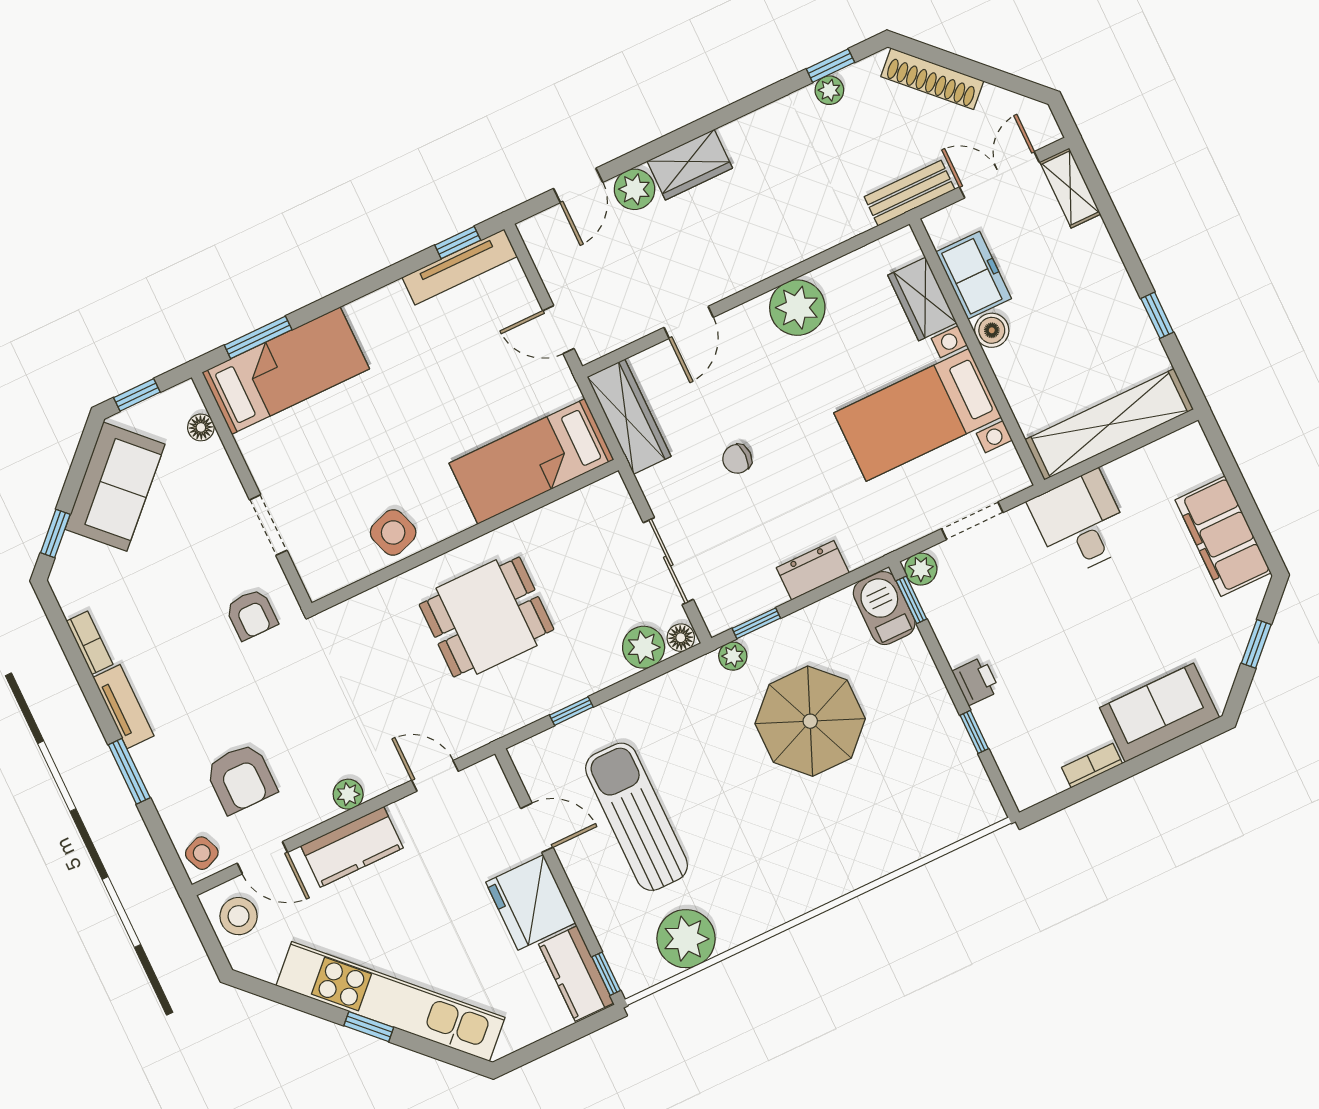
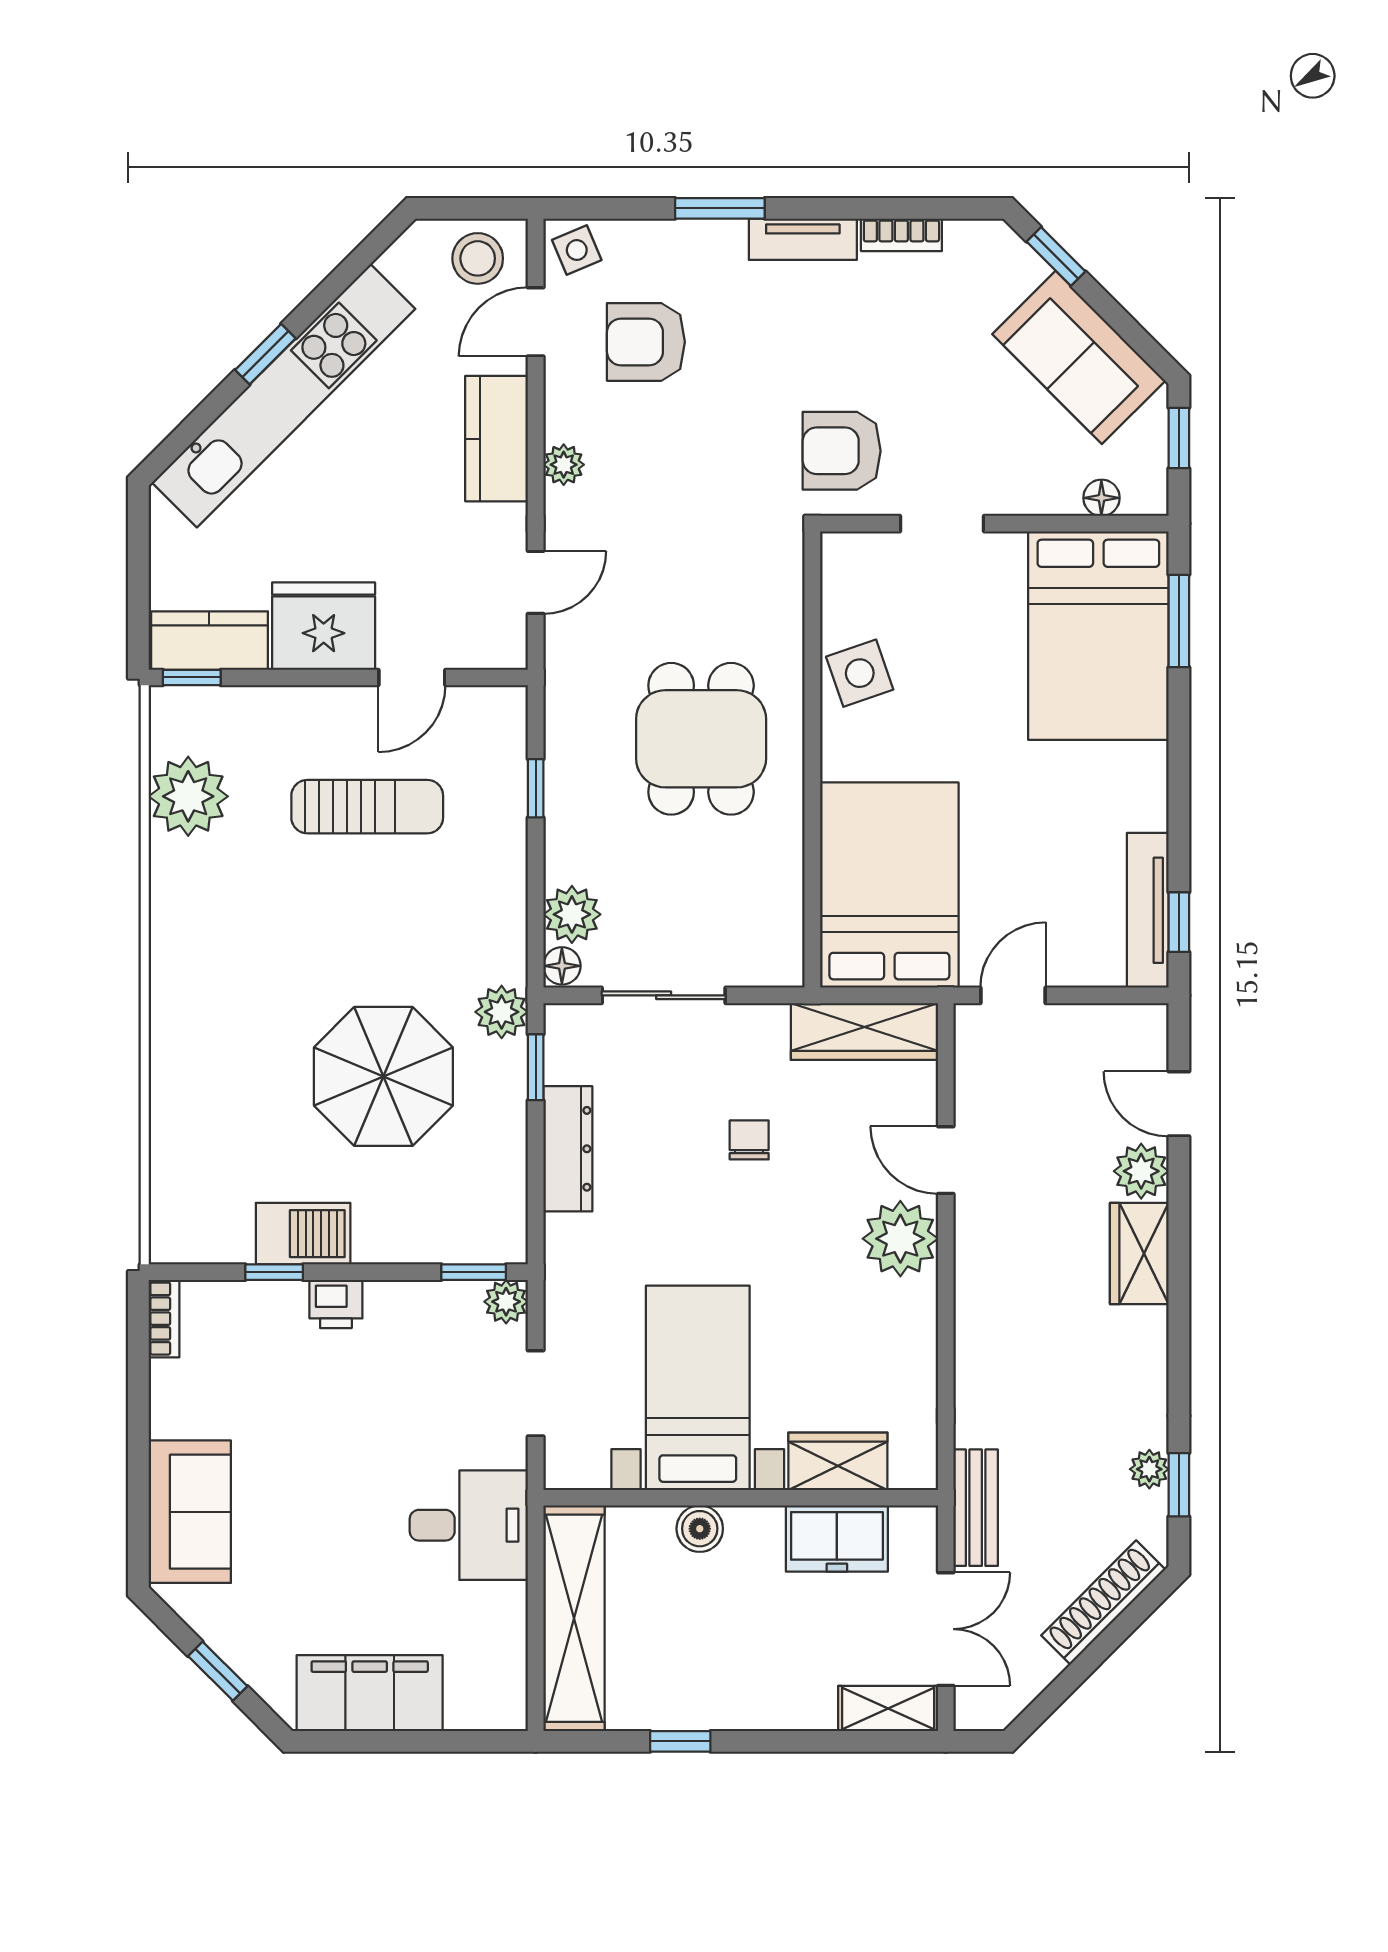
plant: (797, 308) -> (900, 1239), moved
boiler: (992, 330) -> (700, 1529), moved
bed: (286, 371) -> (1098, 636), width x1.50
bed: (531, 461) -> (889, 885), width x1.50
dresser: (813, 570) -> (568, 1149), width x1.44
barbecue: (884, 608) -> (303, 1234), moved
armchair: (251, 614) -> (842, 451), width x1.38, depth x1.38
plant: (733, 656) -> (502, 1012), width x1.38, depth x1.38
bookcase: (1092, 765) -> (164, 1319), moved
sun lounger: (636, 817) -> (367, 807), width x0.73, depth x0.75

